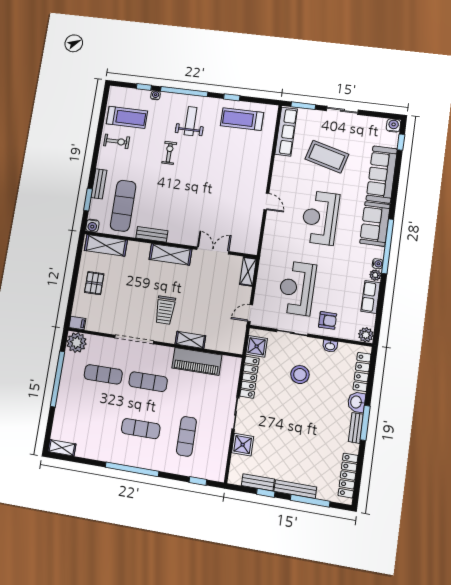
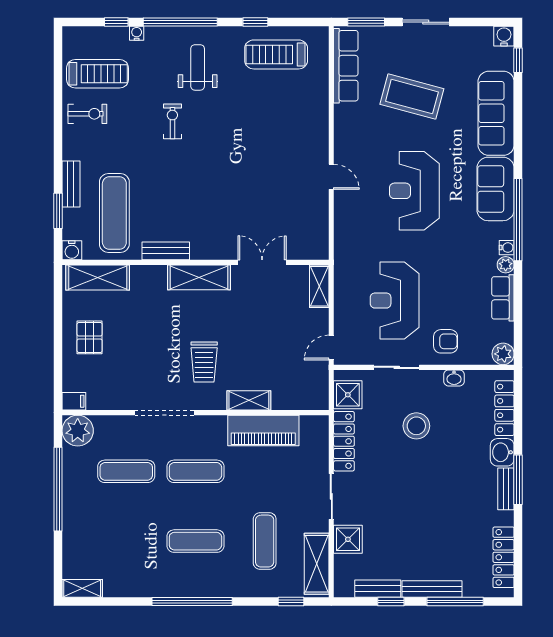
shelving: (219, 458) -> (317, 564), added

